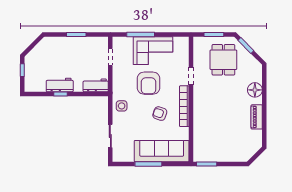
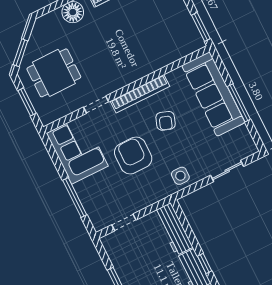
corner sofa: (153, 51) -> (77, 150), moved
armchair: (148, 83) -> (133, 155), turned -90
workbench: (96, 85) -> (173, 229), width x1.38

